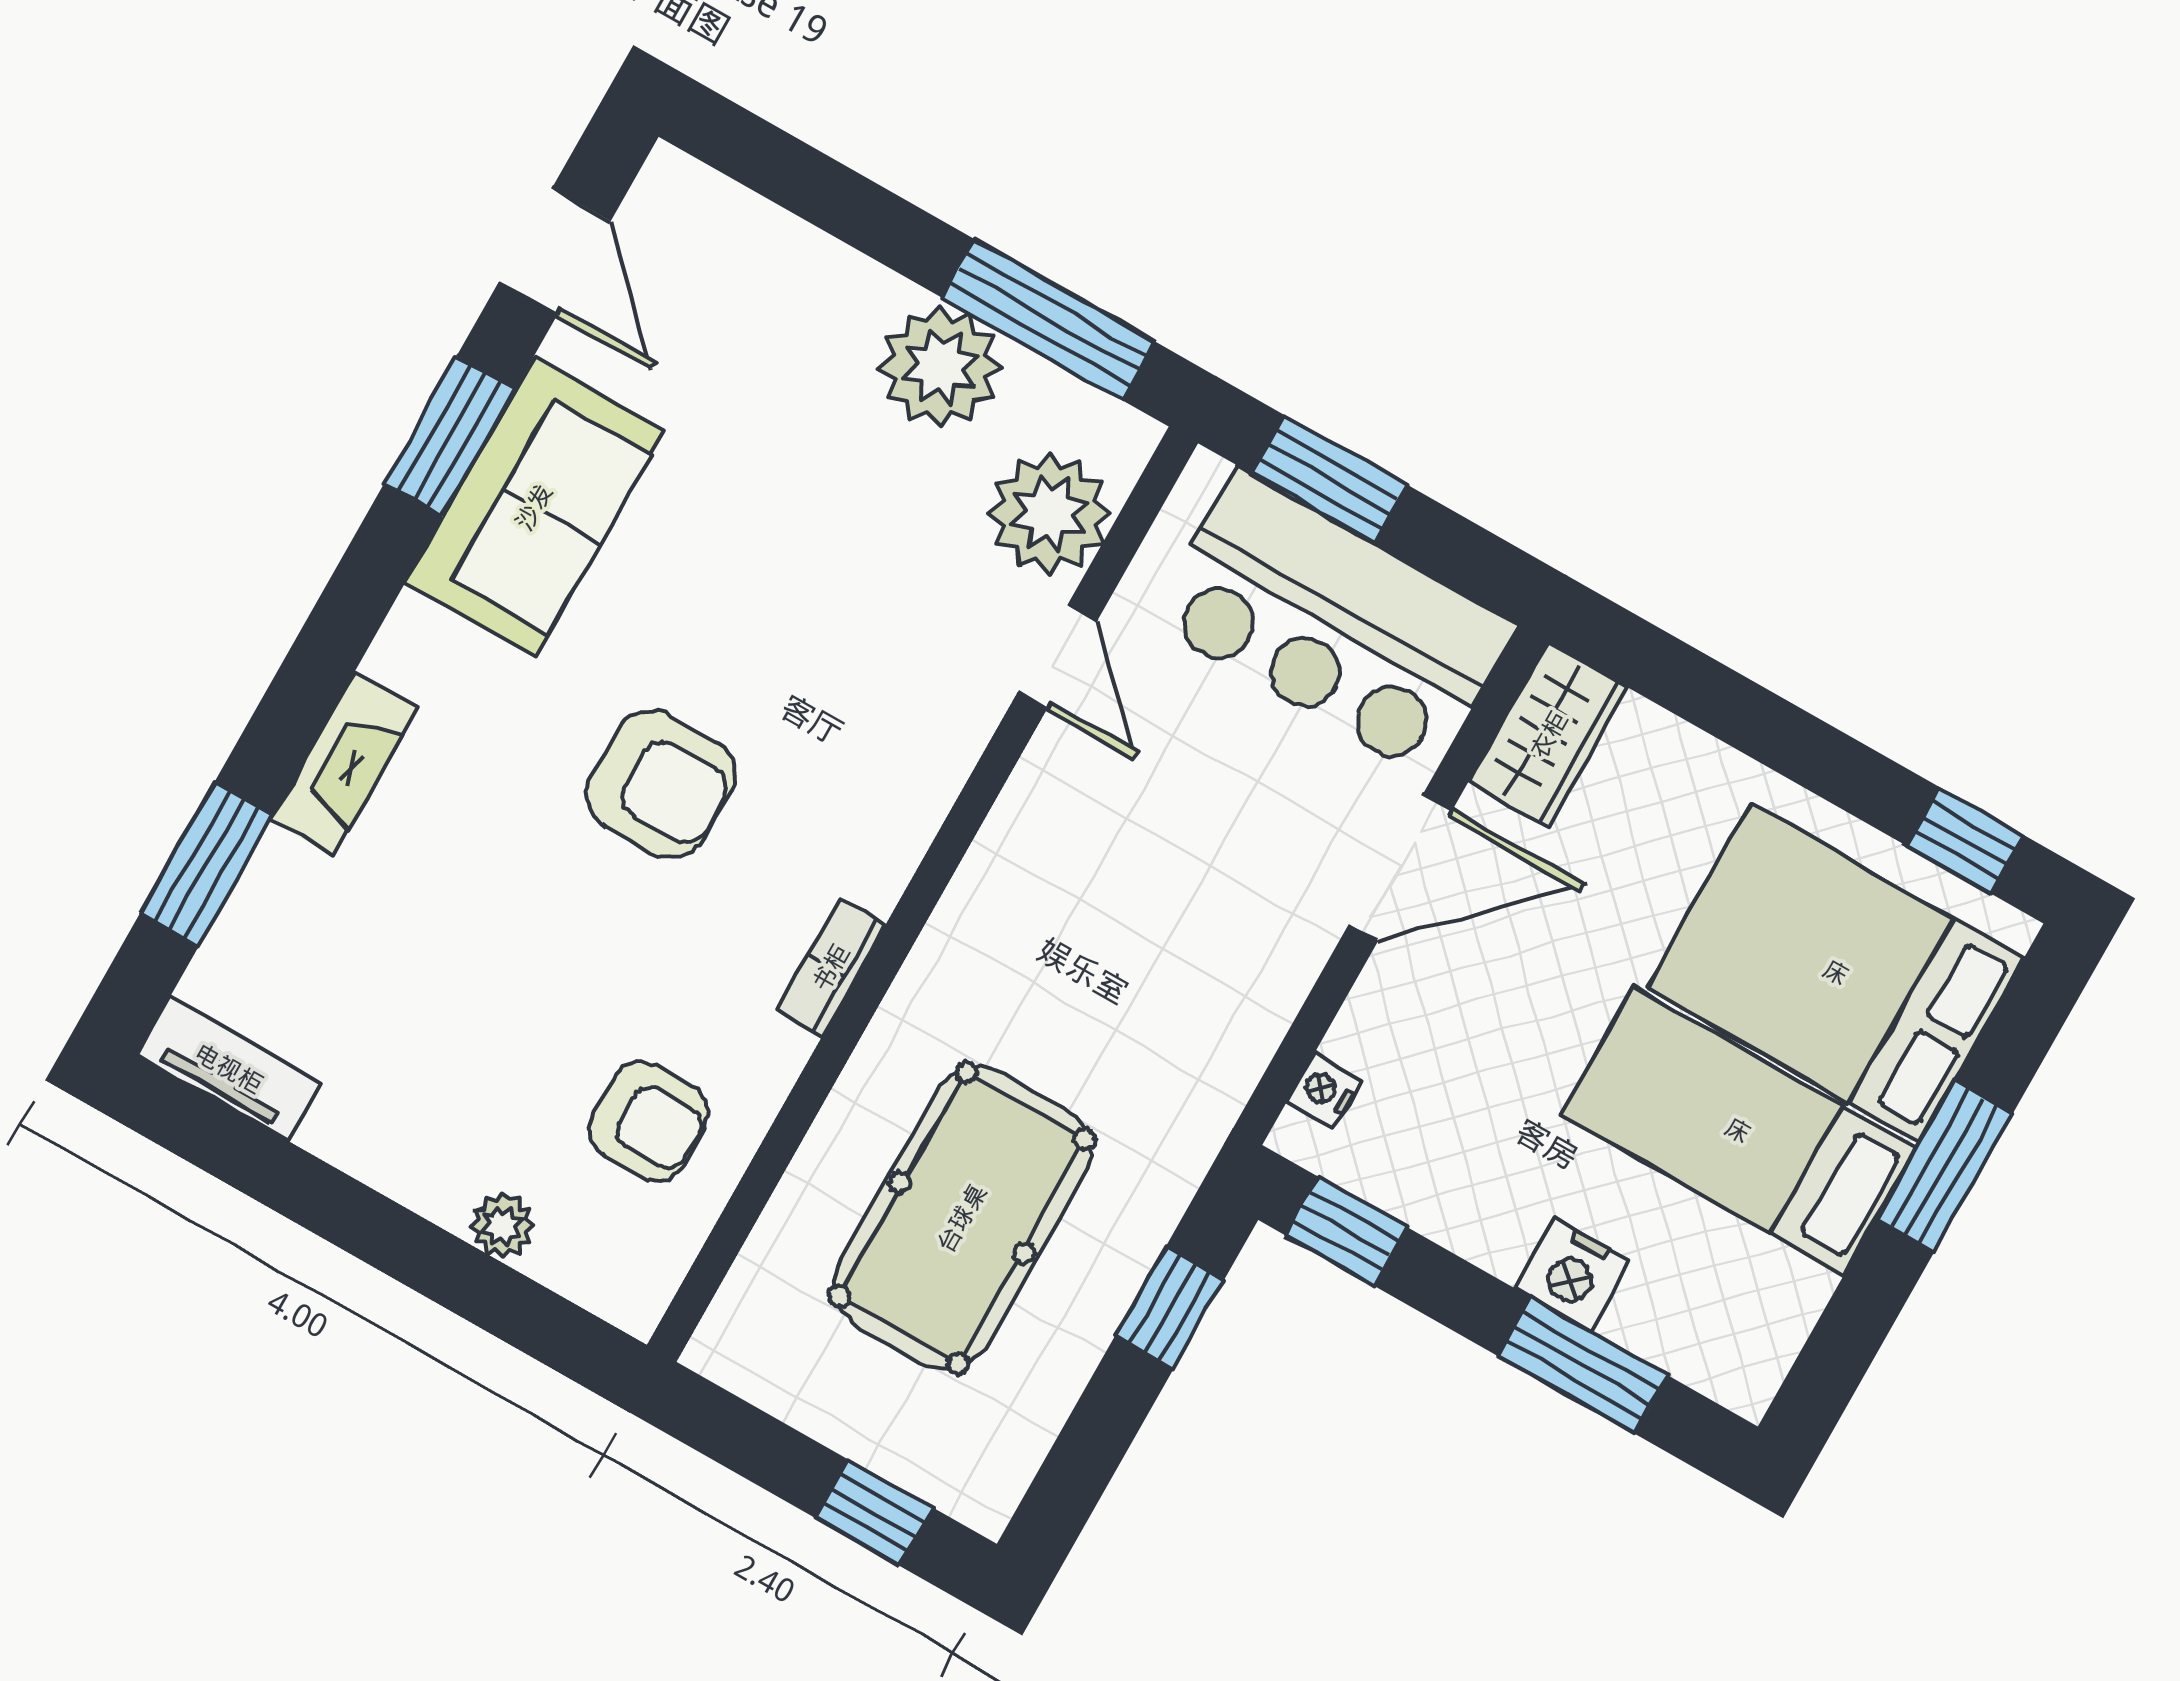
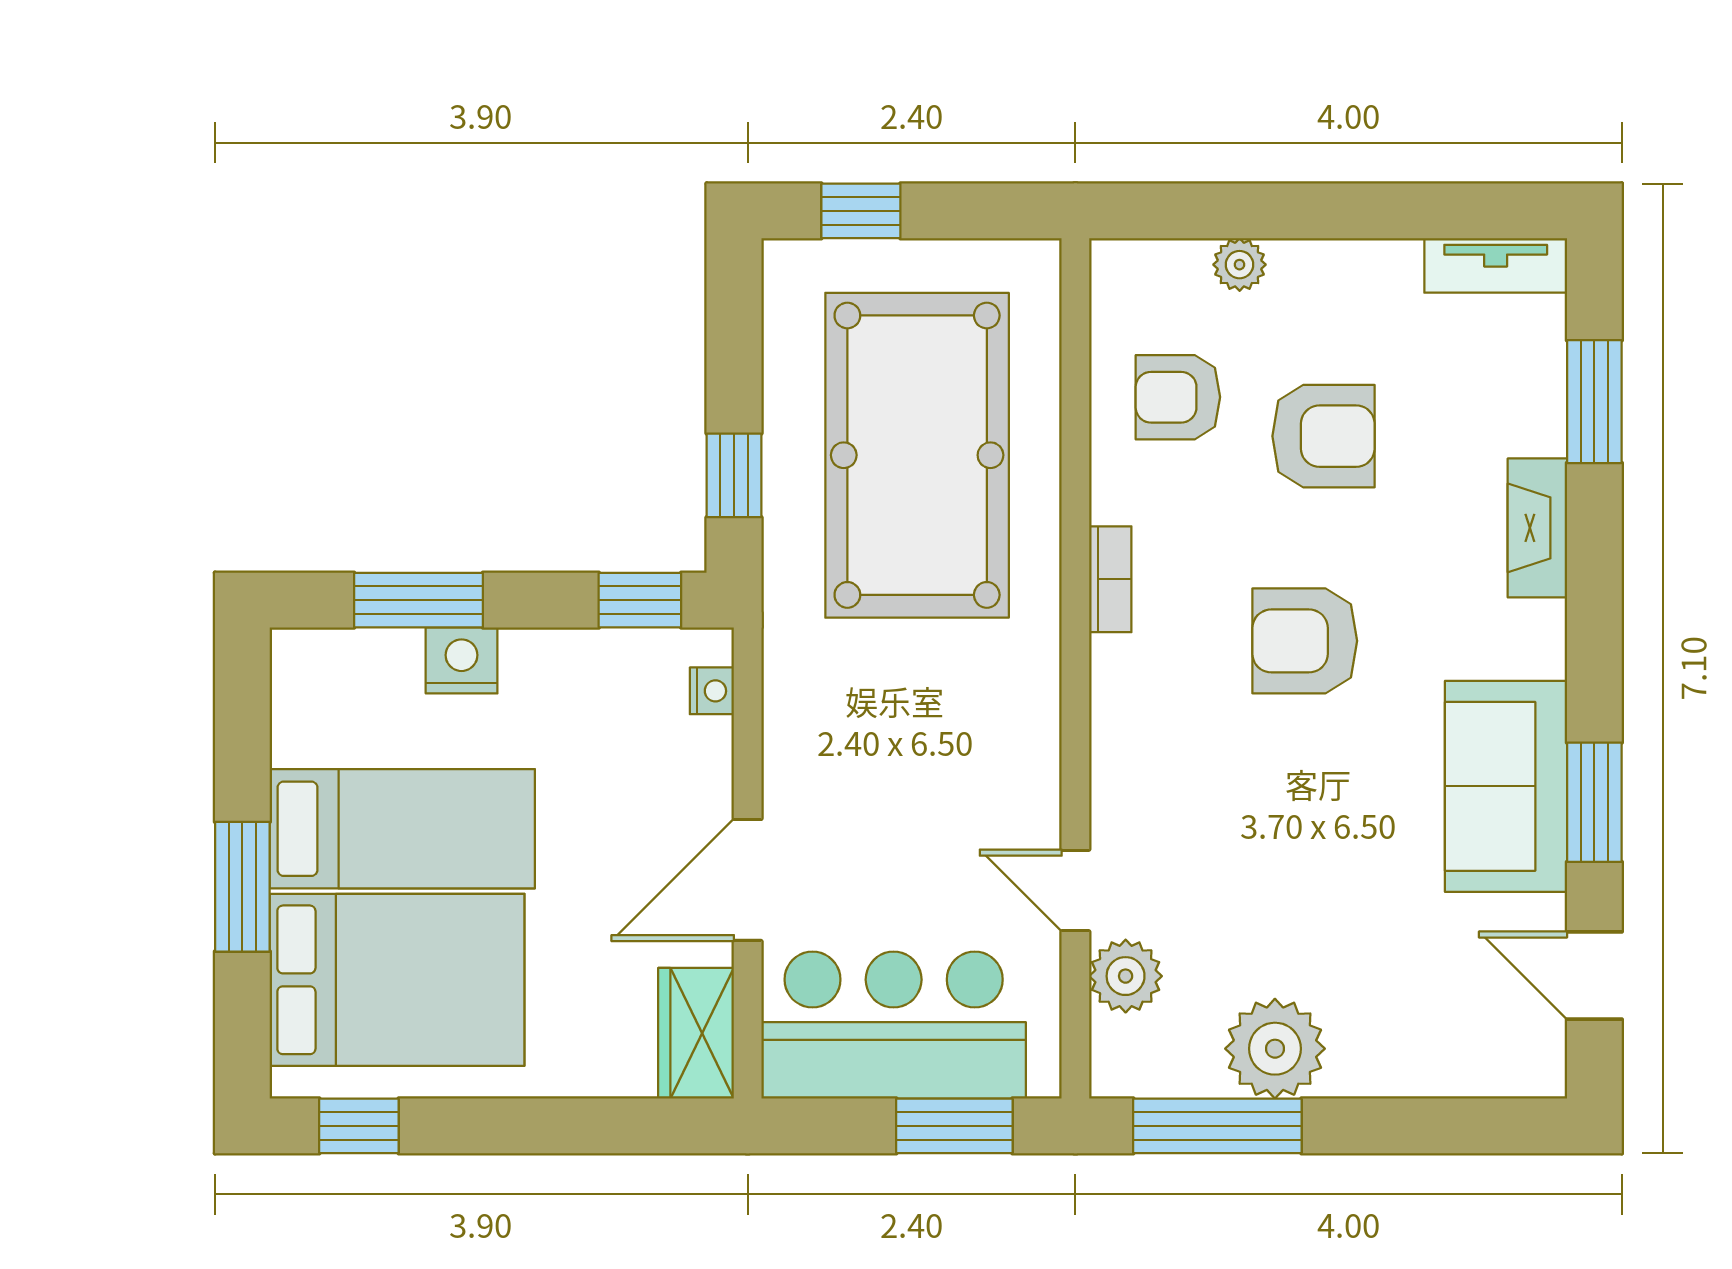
plant: (1049, 513) -> (1126, 976), width x0.73, depth x0.73
armchair: (517, 992) -> (1323, 436), added
pool table: (962, 1218) -> (917, 455), width x1.36, depth x1.32

